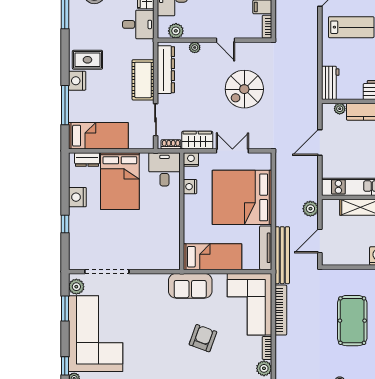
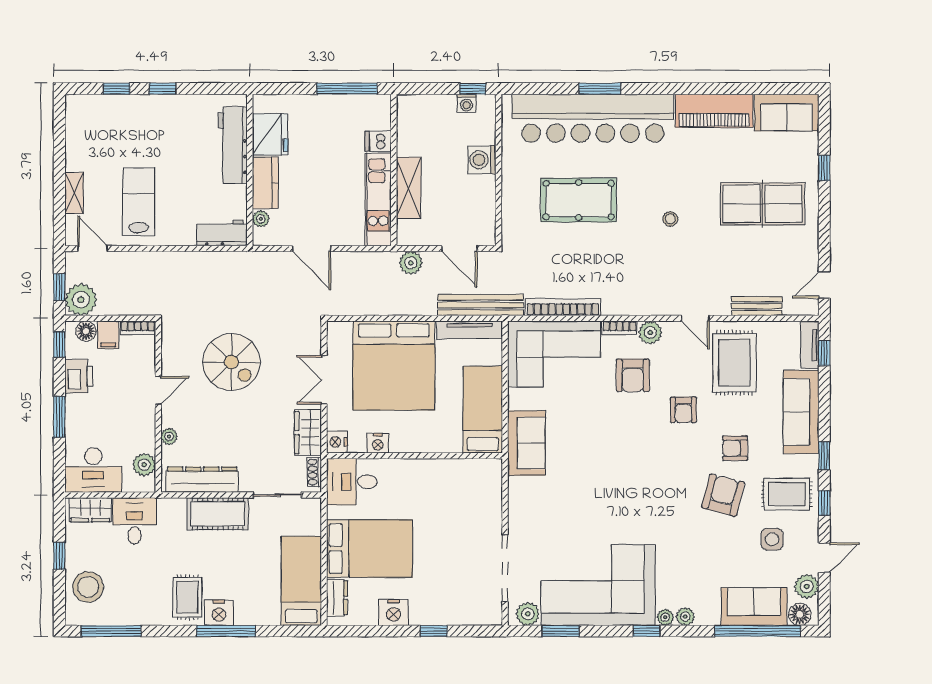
window: (65, 105) -> (226, 631), moved
armchair: (203, 338) -> (633, 375), moved, turned -110

